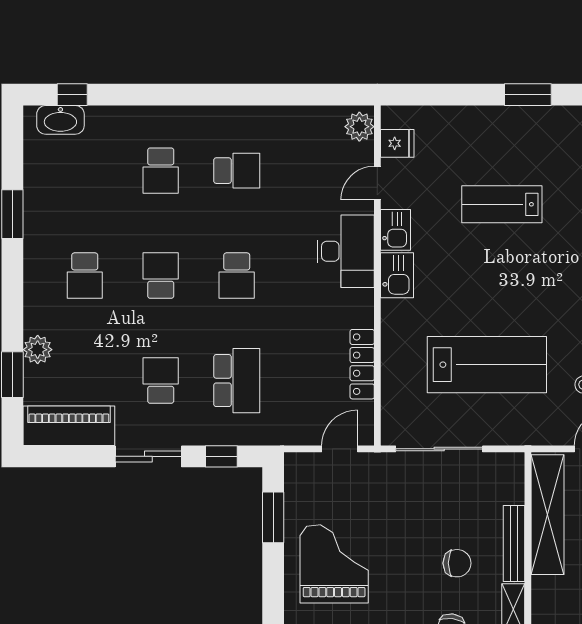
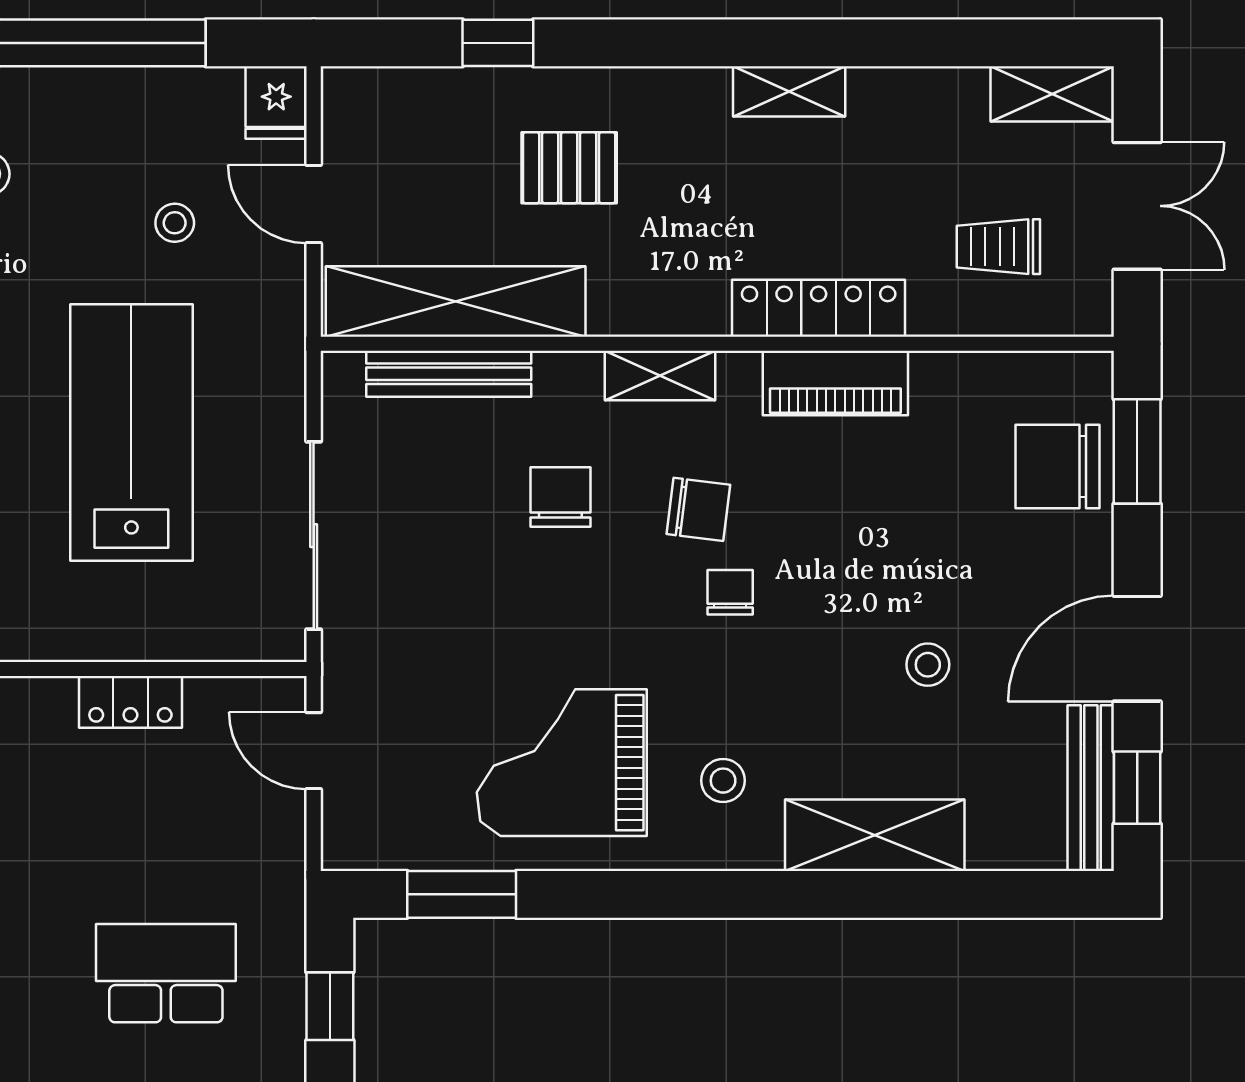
locker: (362, 364) -> (130, 702), width x0.66
bench: (514, 543) -> (449, 374), moved

